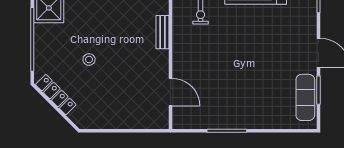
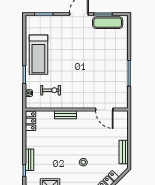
door: (171, 92) -> (104, 110), swing flipped
bench: (105, 122) -> (124, 152), added

